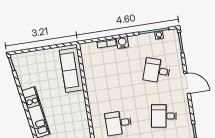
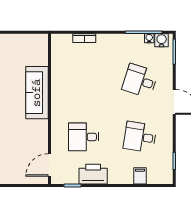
water cooler: (122, 42) -> (162, 40), moved
sofa: (72, 70) -> (37, 93), moved

